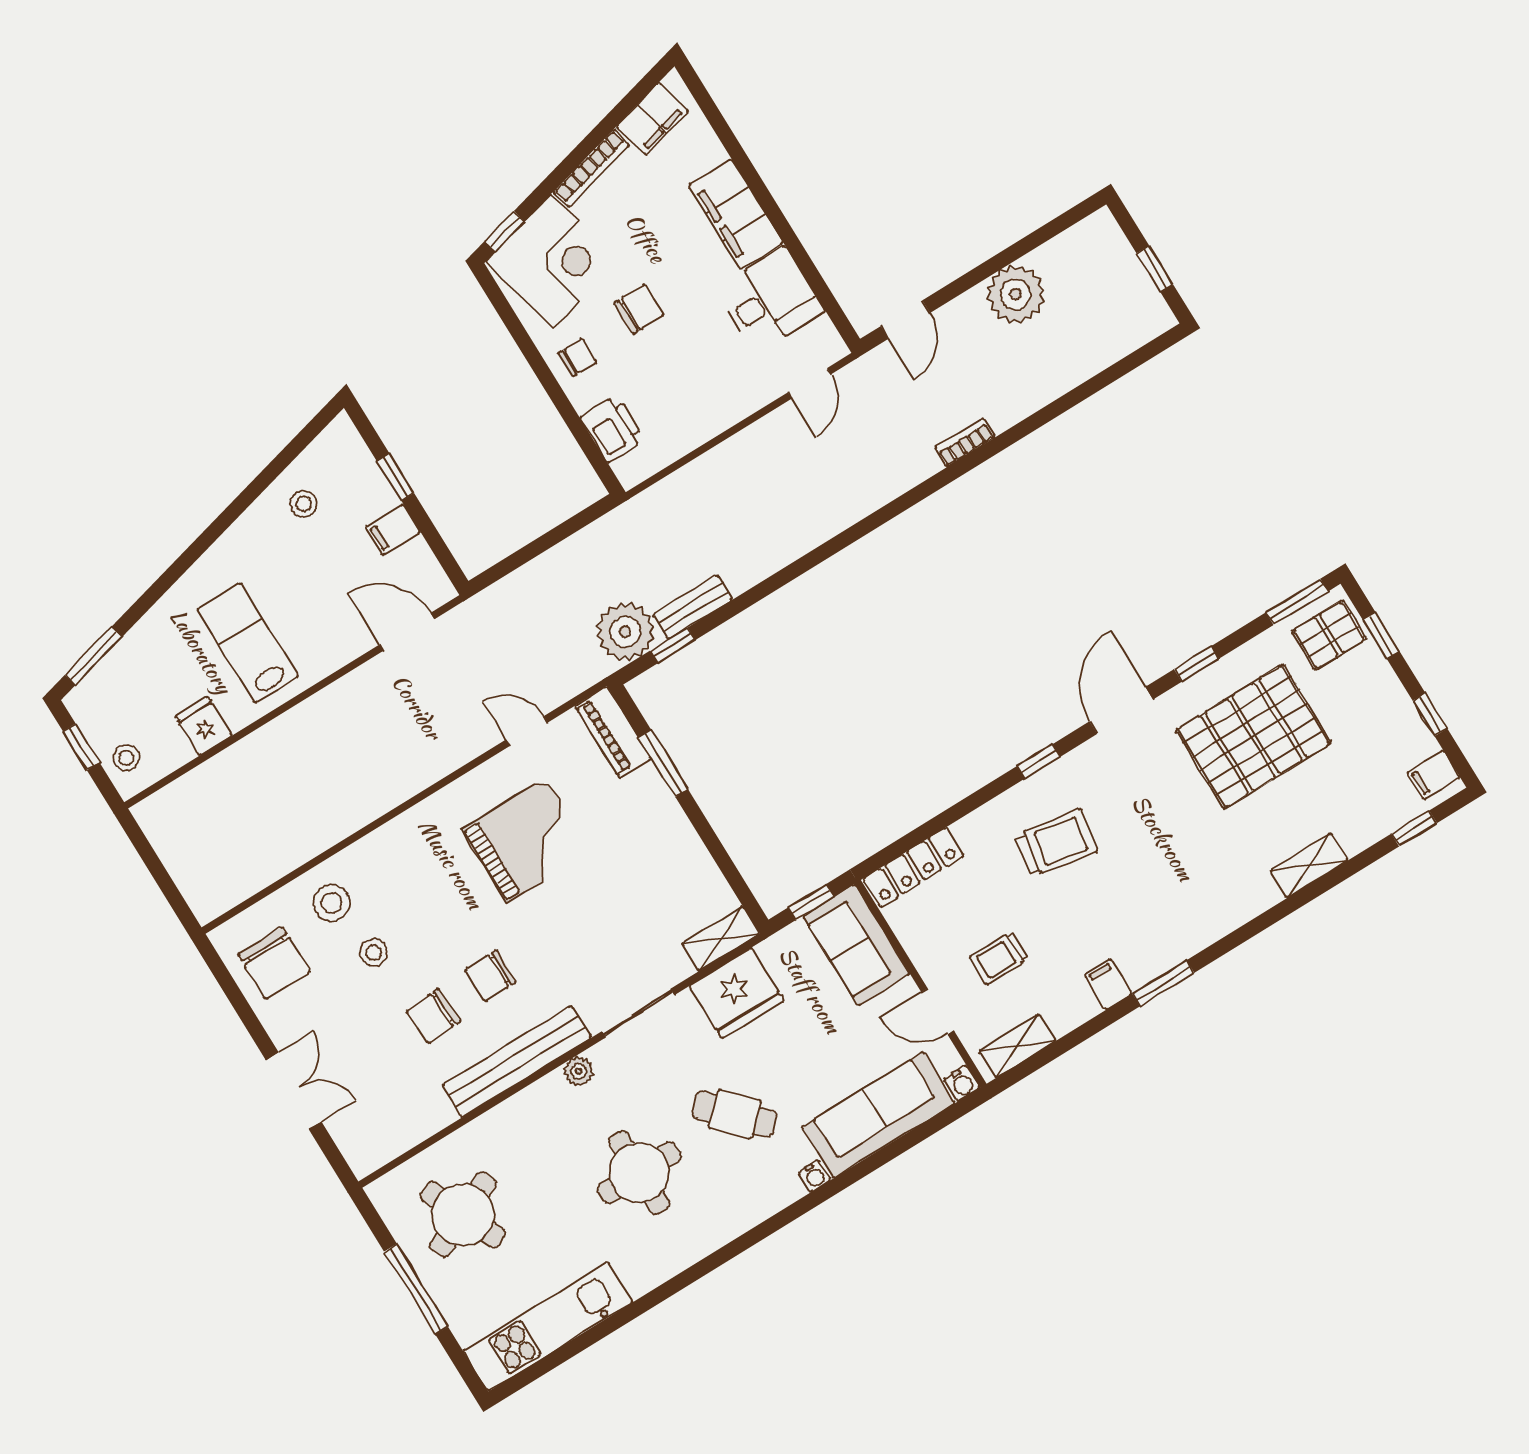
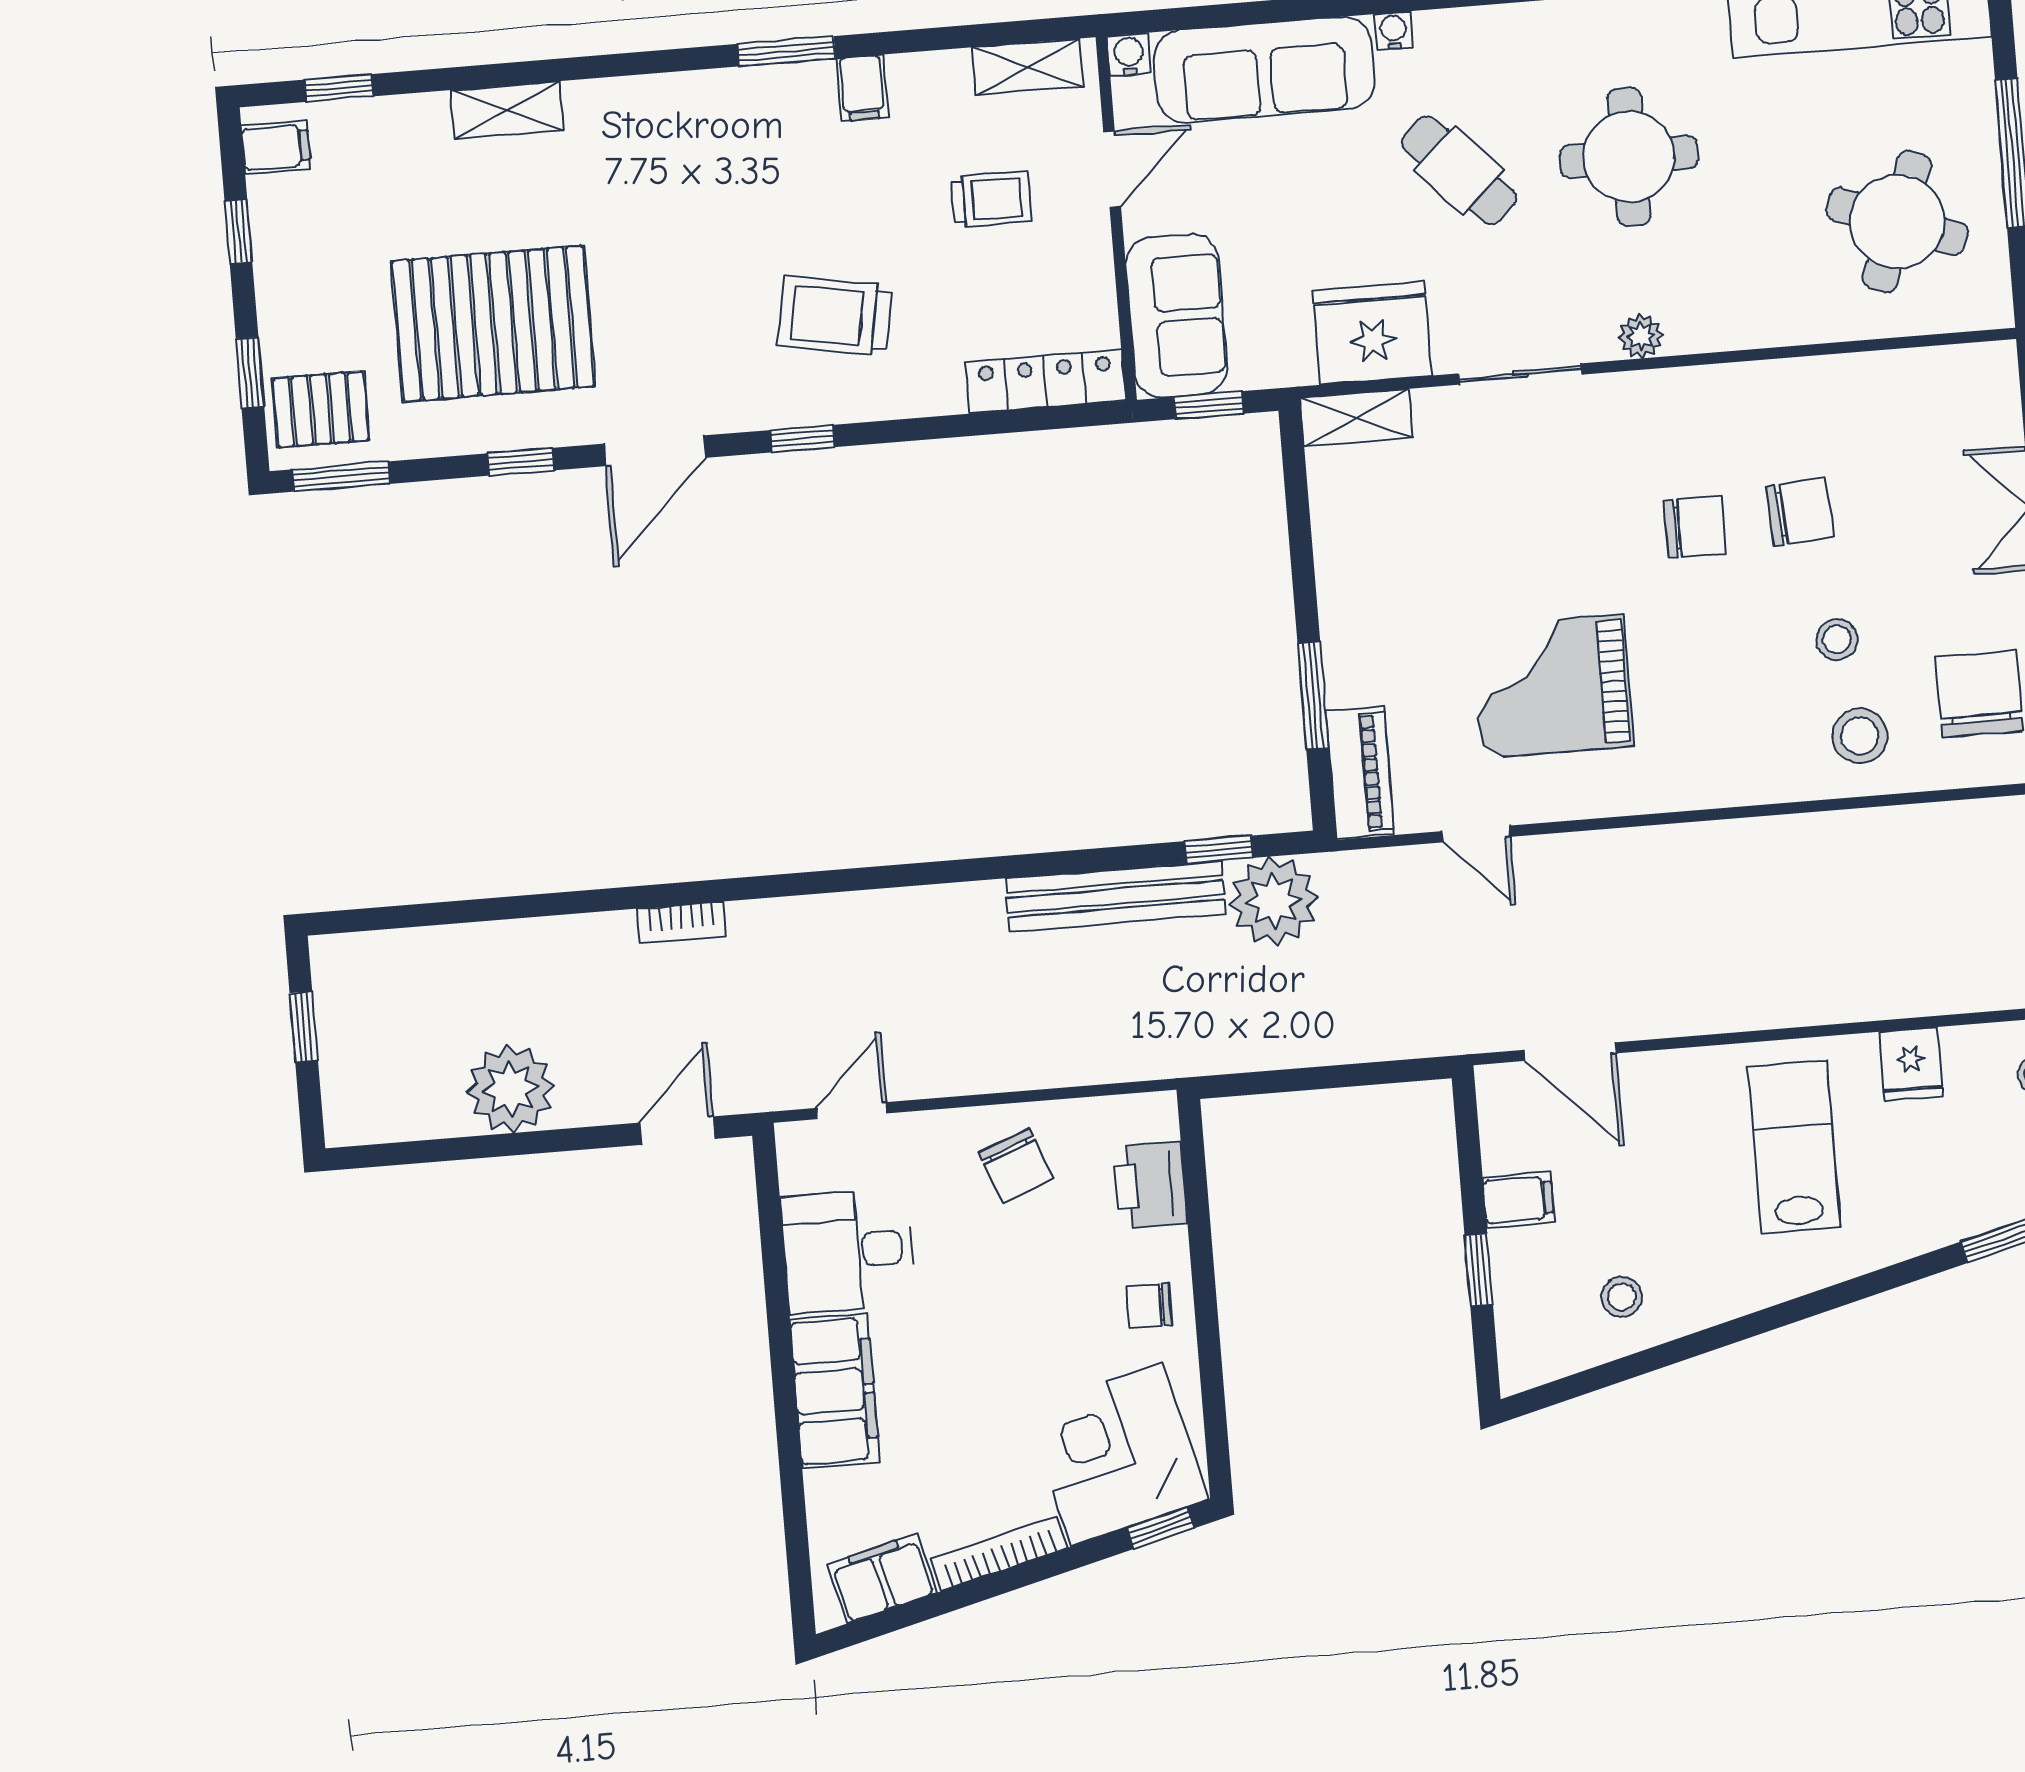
chair: (639, 309) -> (1016, 1165), moved, turned -111
bench: (693, 607) -> (1115, 896), width x1.86, depth x1.21
lab bench: (248, 643) -> (1794, 1147), turned 180
door: (938, 1011) -> (1112, 169), hinge flipped
bench: (517, 1061) -> (1718, 392), removed
round table: (463, 1215) -> (1897, 222), turned 45

